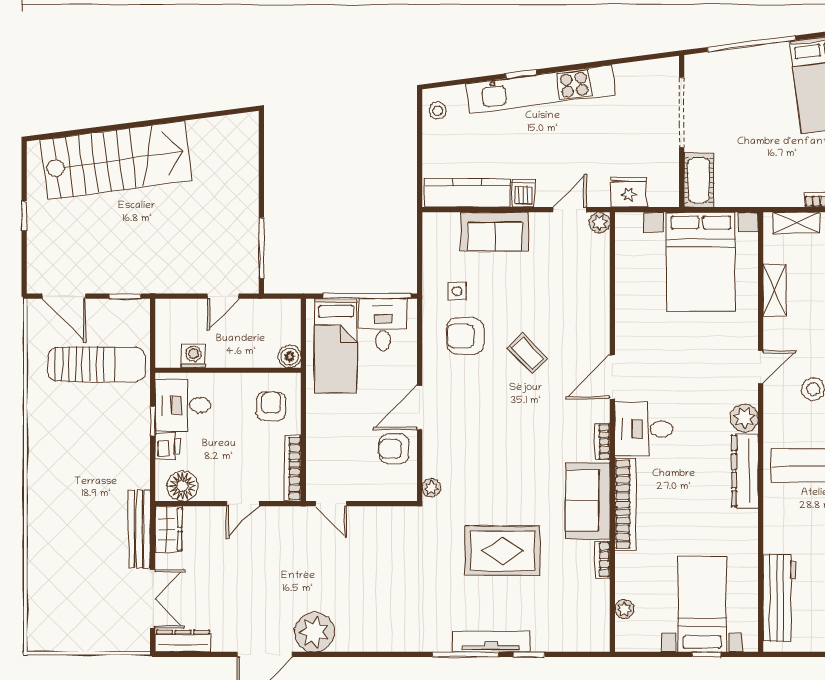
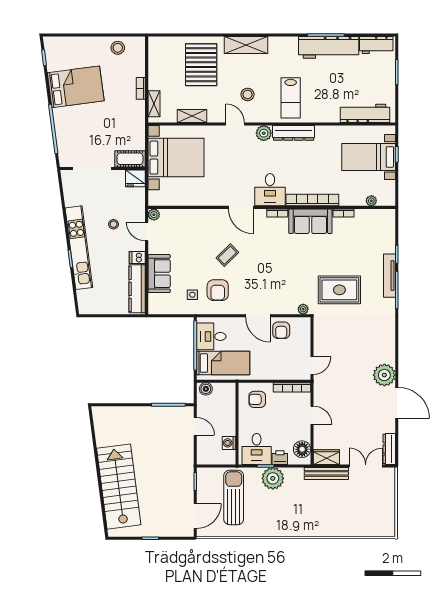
stool: (438, 111) -> (114, 224), moved
fridge: (629, 192) -> (135, 178), moved, turned -90
boiler: (290, 356) -> (206, 389), moved
plant: (131, 434) -> (273, 478), added
rug: (503, 551) -> (339, 290), moved, turned 90

